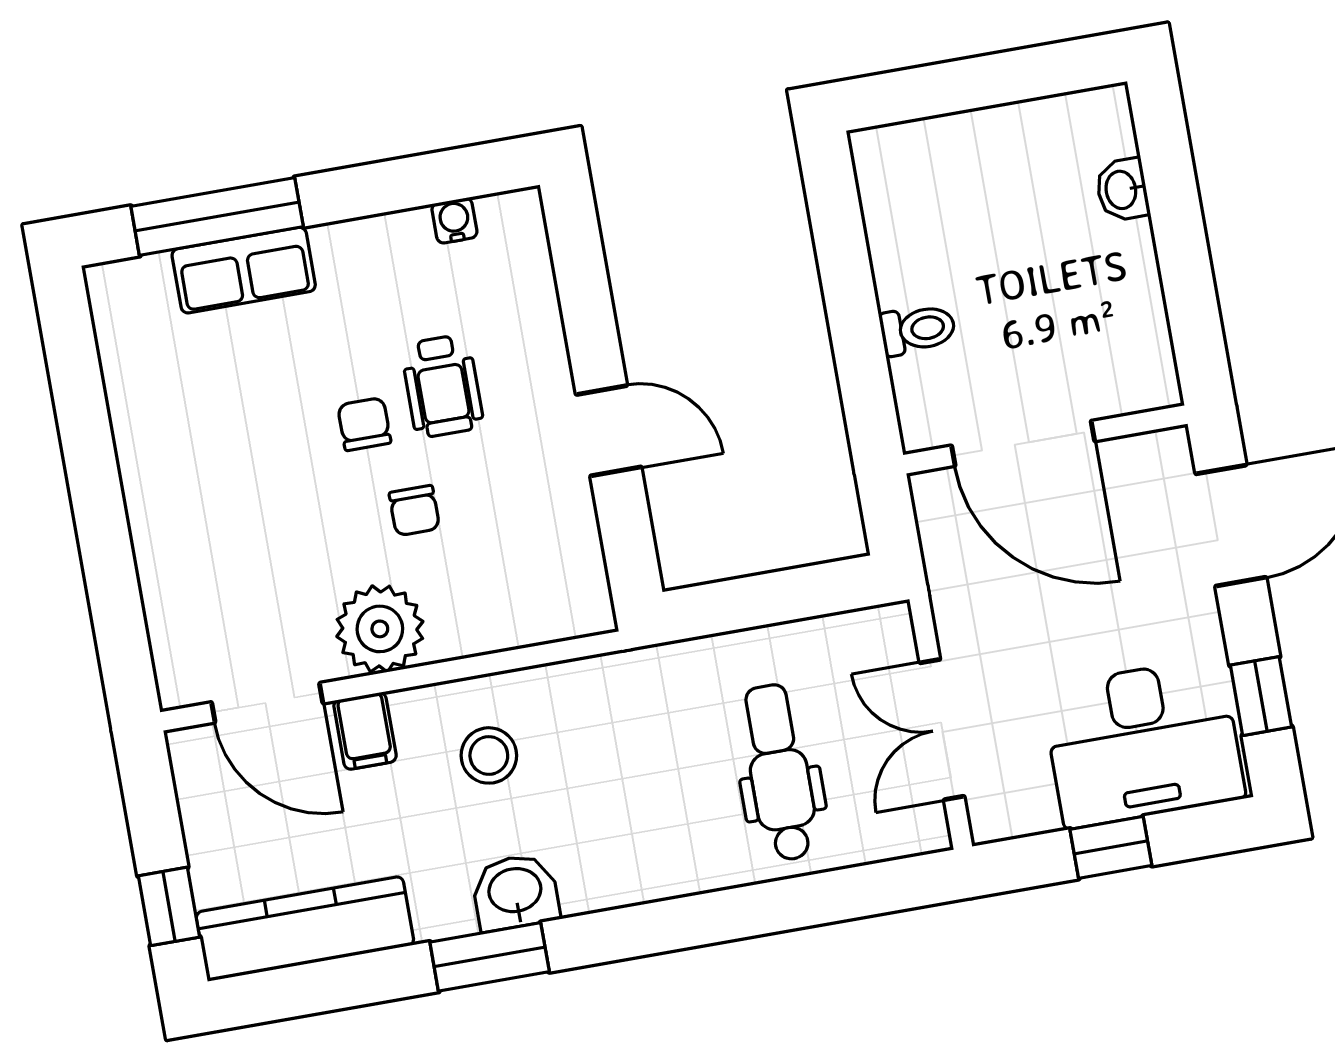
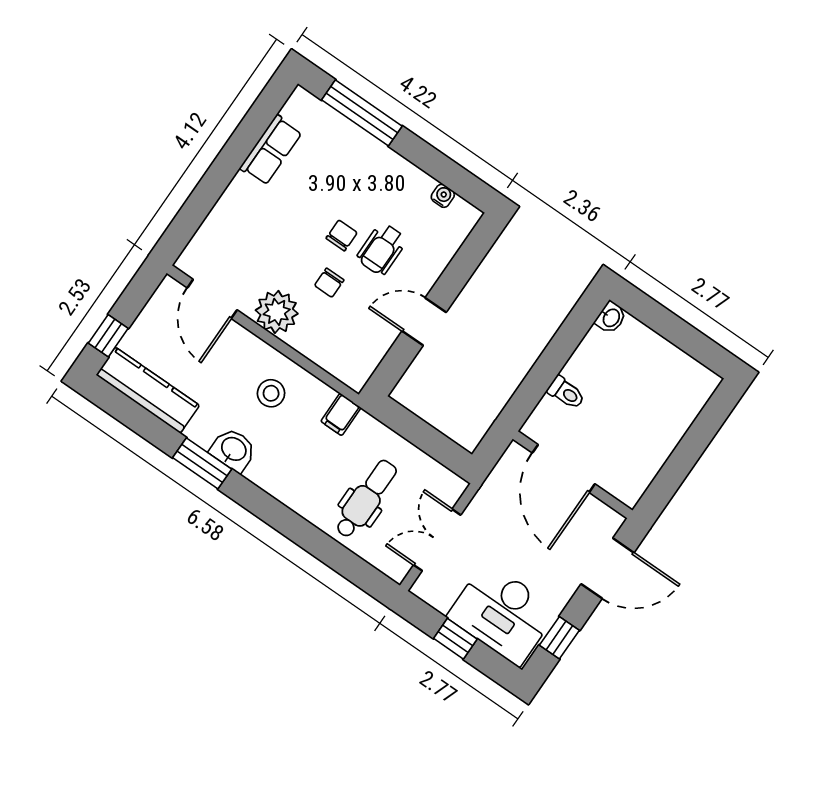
washbasin: (1122, 190) -> (611, 318), moved, turned 180
row of seats: (244, 270) -> (271, 150), moved, turned -90
door: (609, 431) -> (424, 322), swing flipped
filing cabinet: (365, 731) -> (341, 415), moved

